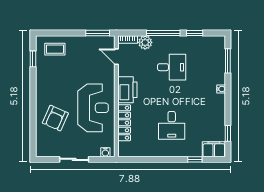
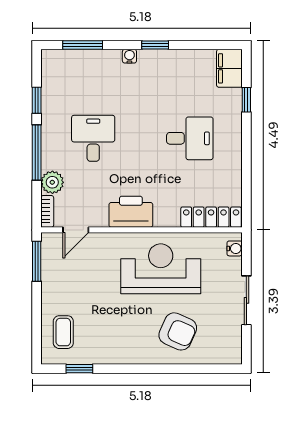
locker: (124, 123) -> (211, 217), moved
window: (228, 133) -> (155, 45), moved

